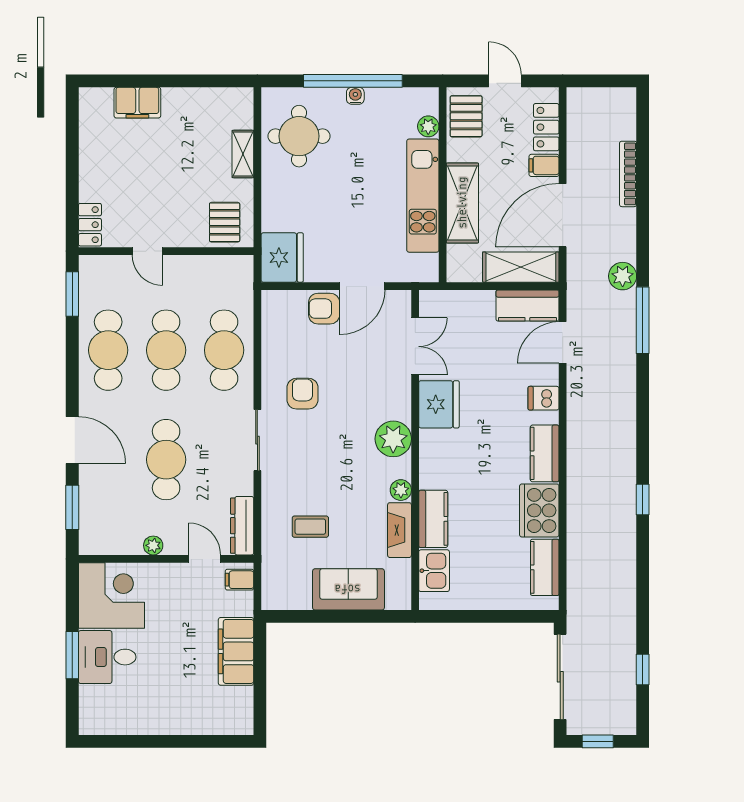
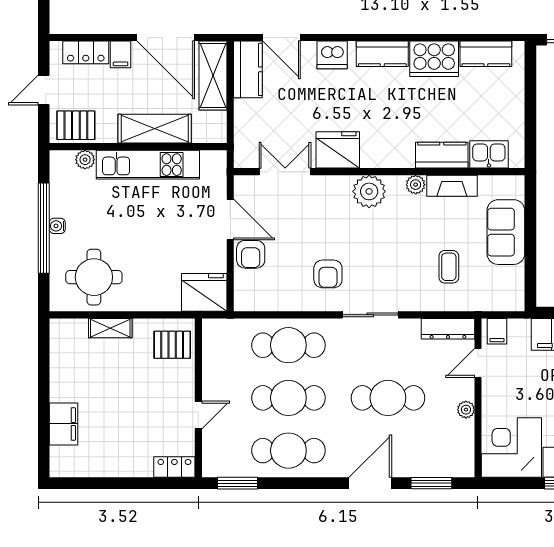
armchair: (302, 394) -> (328, 274), turned -90
dishwasher: (544, 398) -> (332, 55), width x1.38

